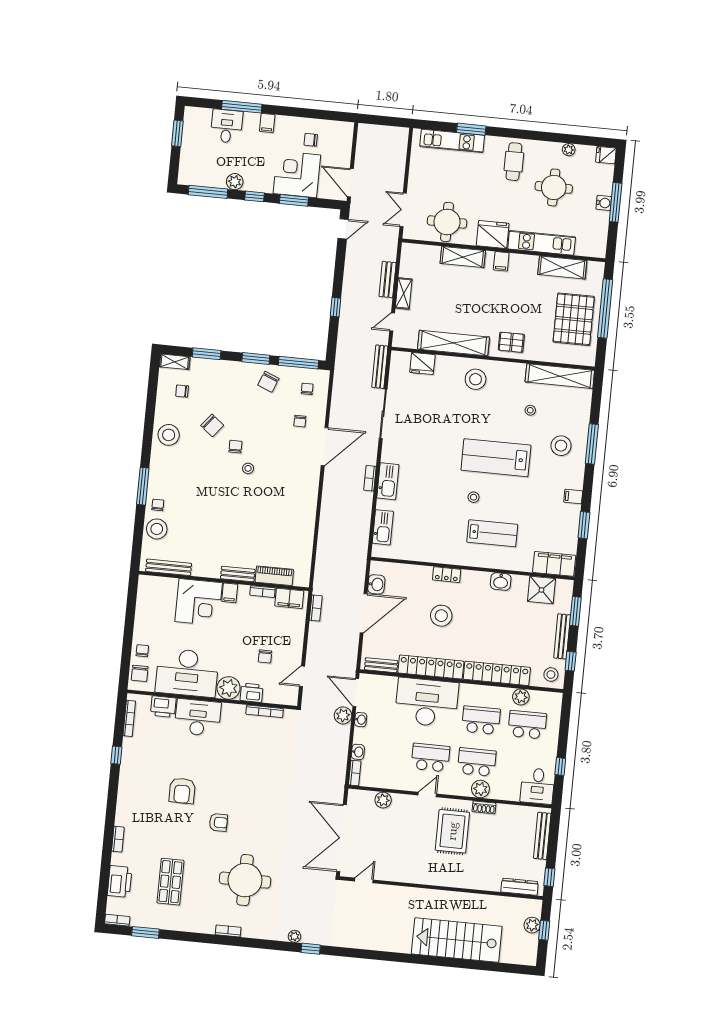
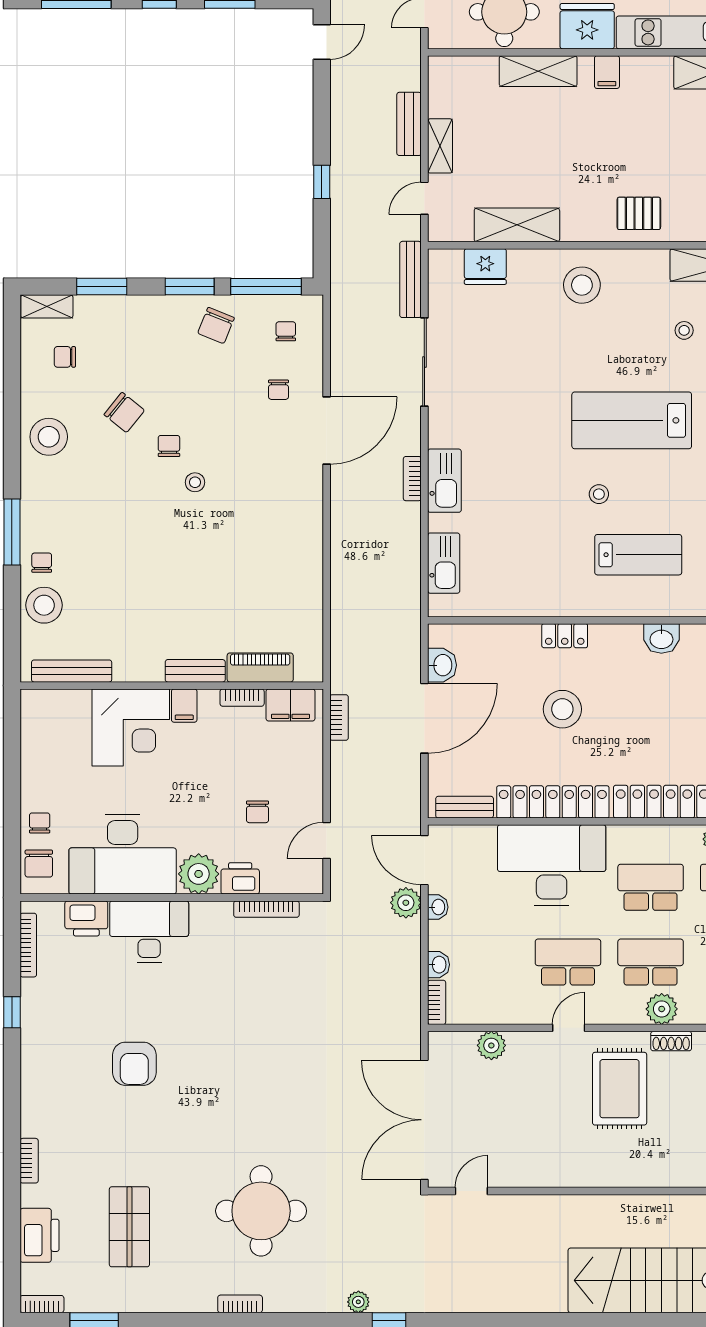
shelving: (454, 343) -> (517, 225), width x0.68
armchair: (218, 822) -> (204, 1114), removed

